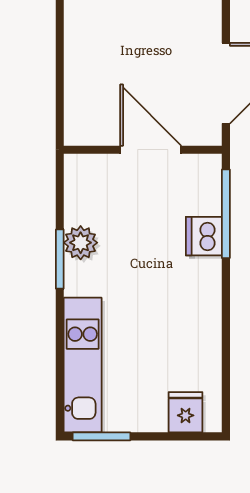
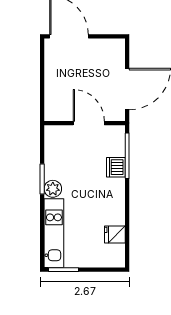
plant: (81, 243) -> (53, 189), moved
fridge: (186, 412) -> (115, 234), moved, turned -90

